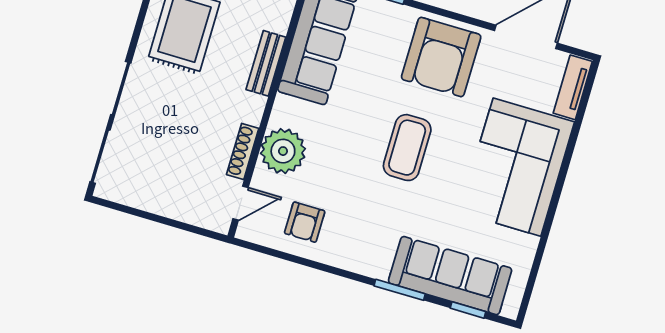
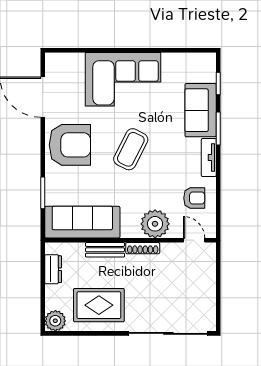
tv unit: (573, 87) -> (209, 158), moved, turned 90
coffee table: (407, 148) -> (131, 149), turned -63
shoe rack: (243, 151) -> (143, 248), moved
sofa: (450, 276) -> (201, 110), width x0.73

